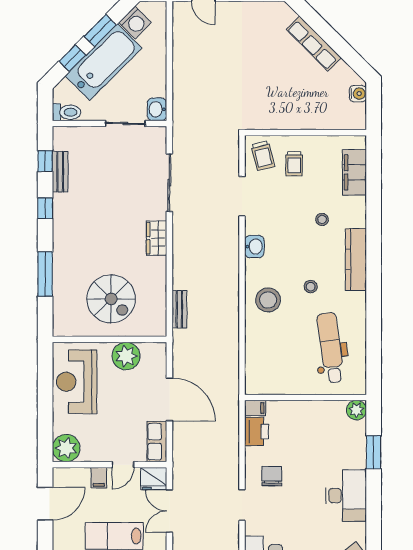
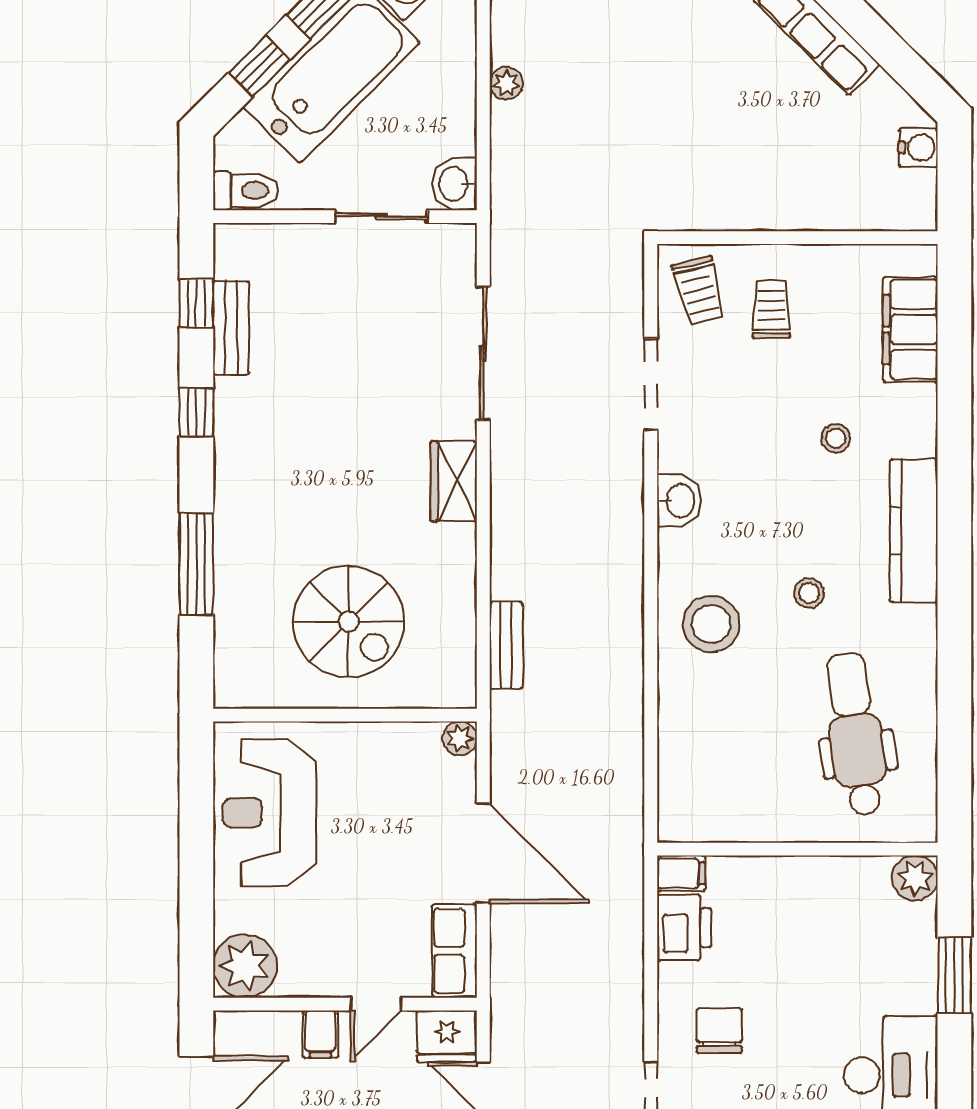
plant: (179, 66) -> (506, 83), added
trolley: (294, 164) -> (771, 309), turned 180
plant: (126, 356) -> (460, 738), moved, width x0.53, depth x0.53

